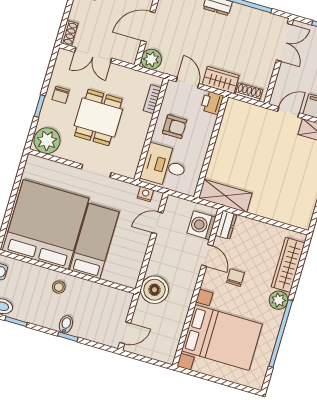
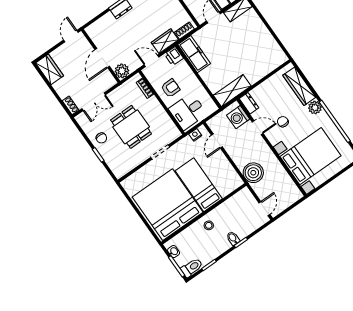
freezer: (232, 123) -> (194, 54), added
plant: (47, 141) -> (121, 166), removed

